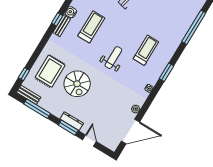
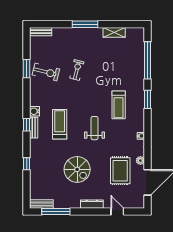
treadmill: (91, 27) -> (60, 124), moved
treadmill: (146, 50) -> (119, 105), turned 180
rug: (50, 71) -> (120, 171), moved
window: (166, 72) -> (148, 99), moved
window: (24, 74) -> (27, 164), moved
window: (68, 128) -> (92, 212), removed

